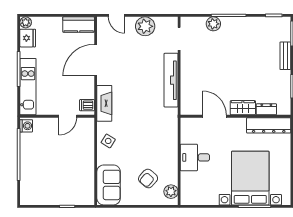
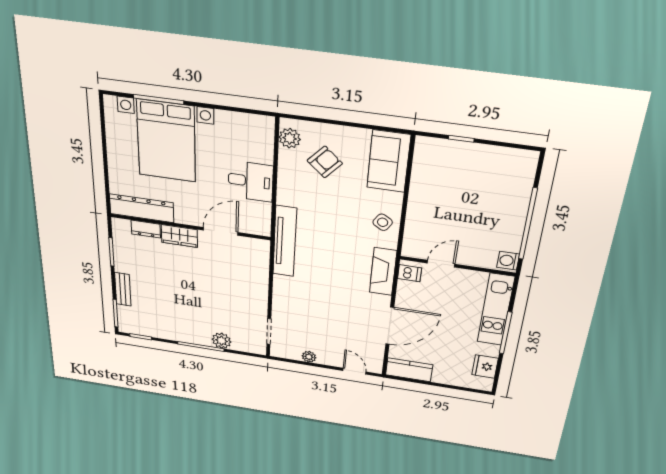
plant: (26, 22) -> (485, 384), removed
plant: (145, 26) -> (309, 357), width x0.53, depth x0.53
tv unit: (171, 80) -> (285, 241), moved
door: (214, 116) -> (221, 231), swing flipped

